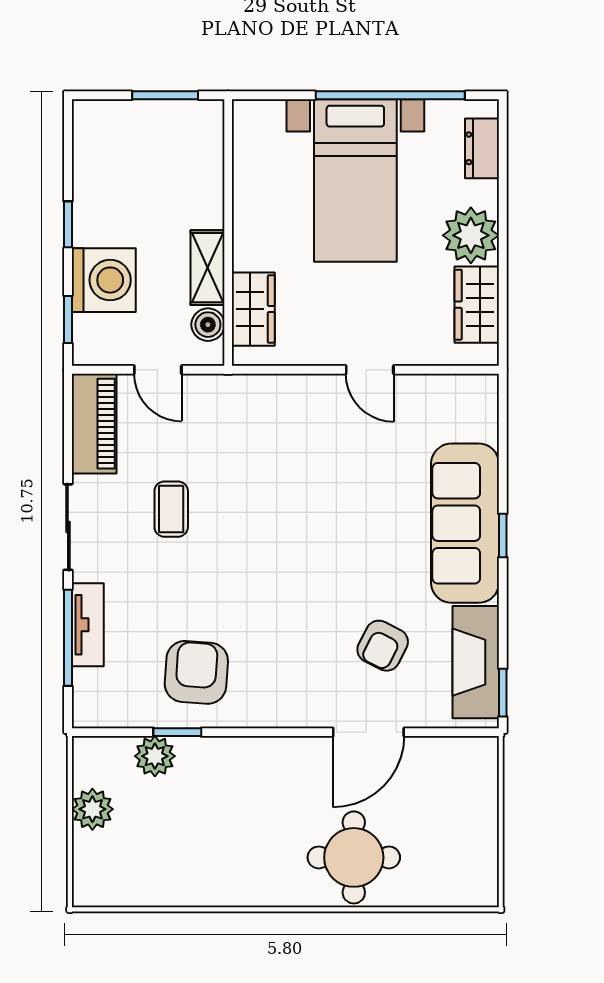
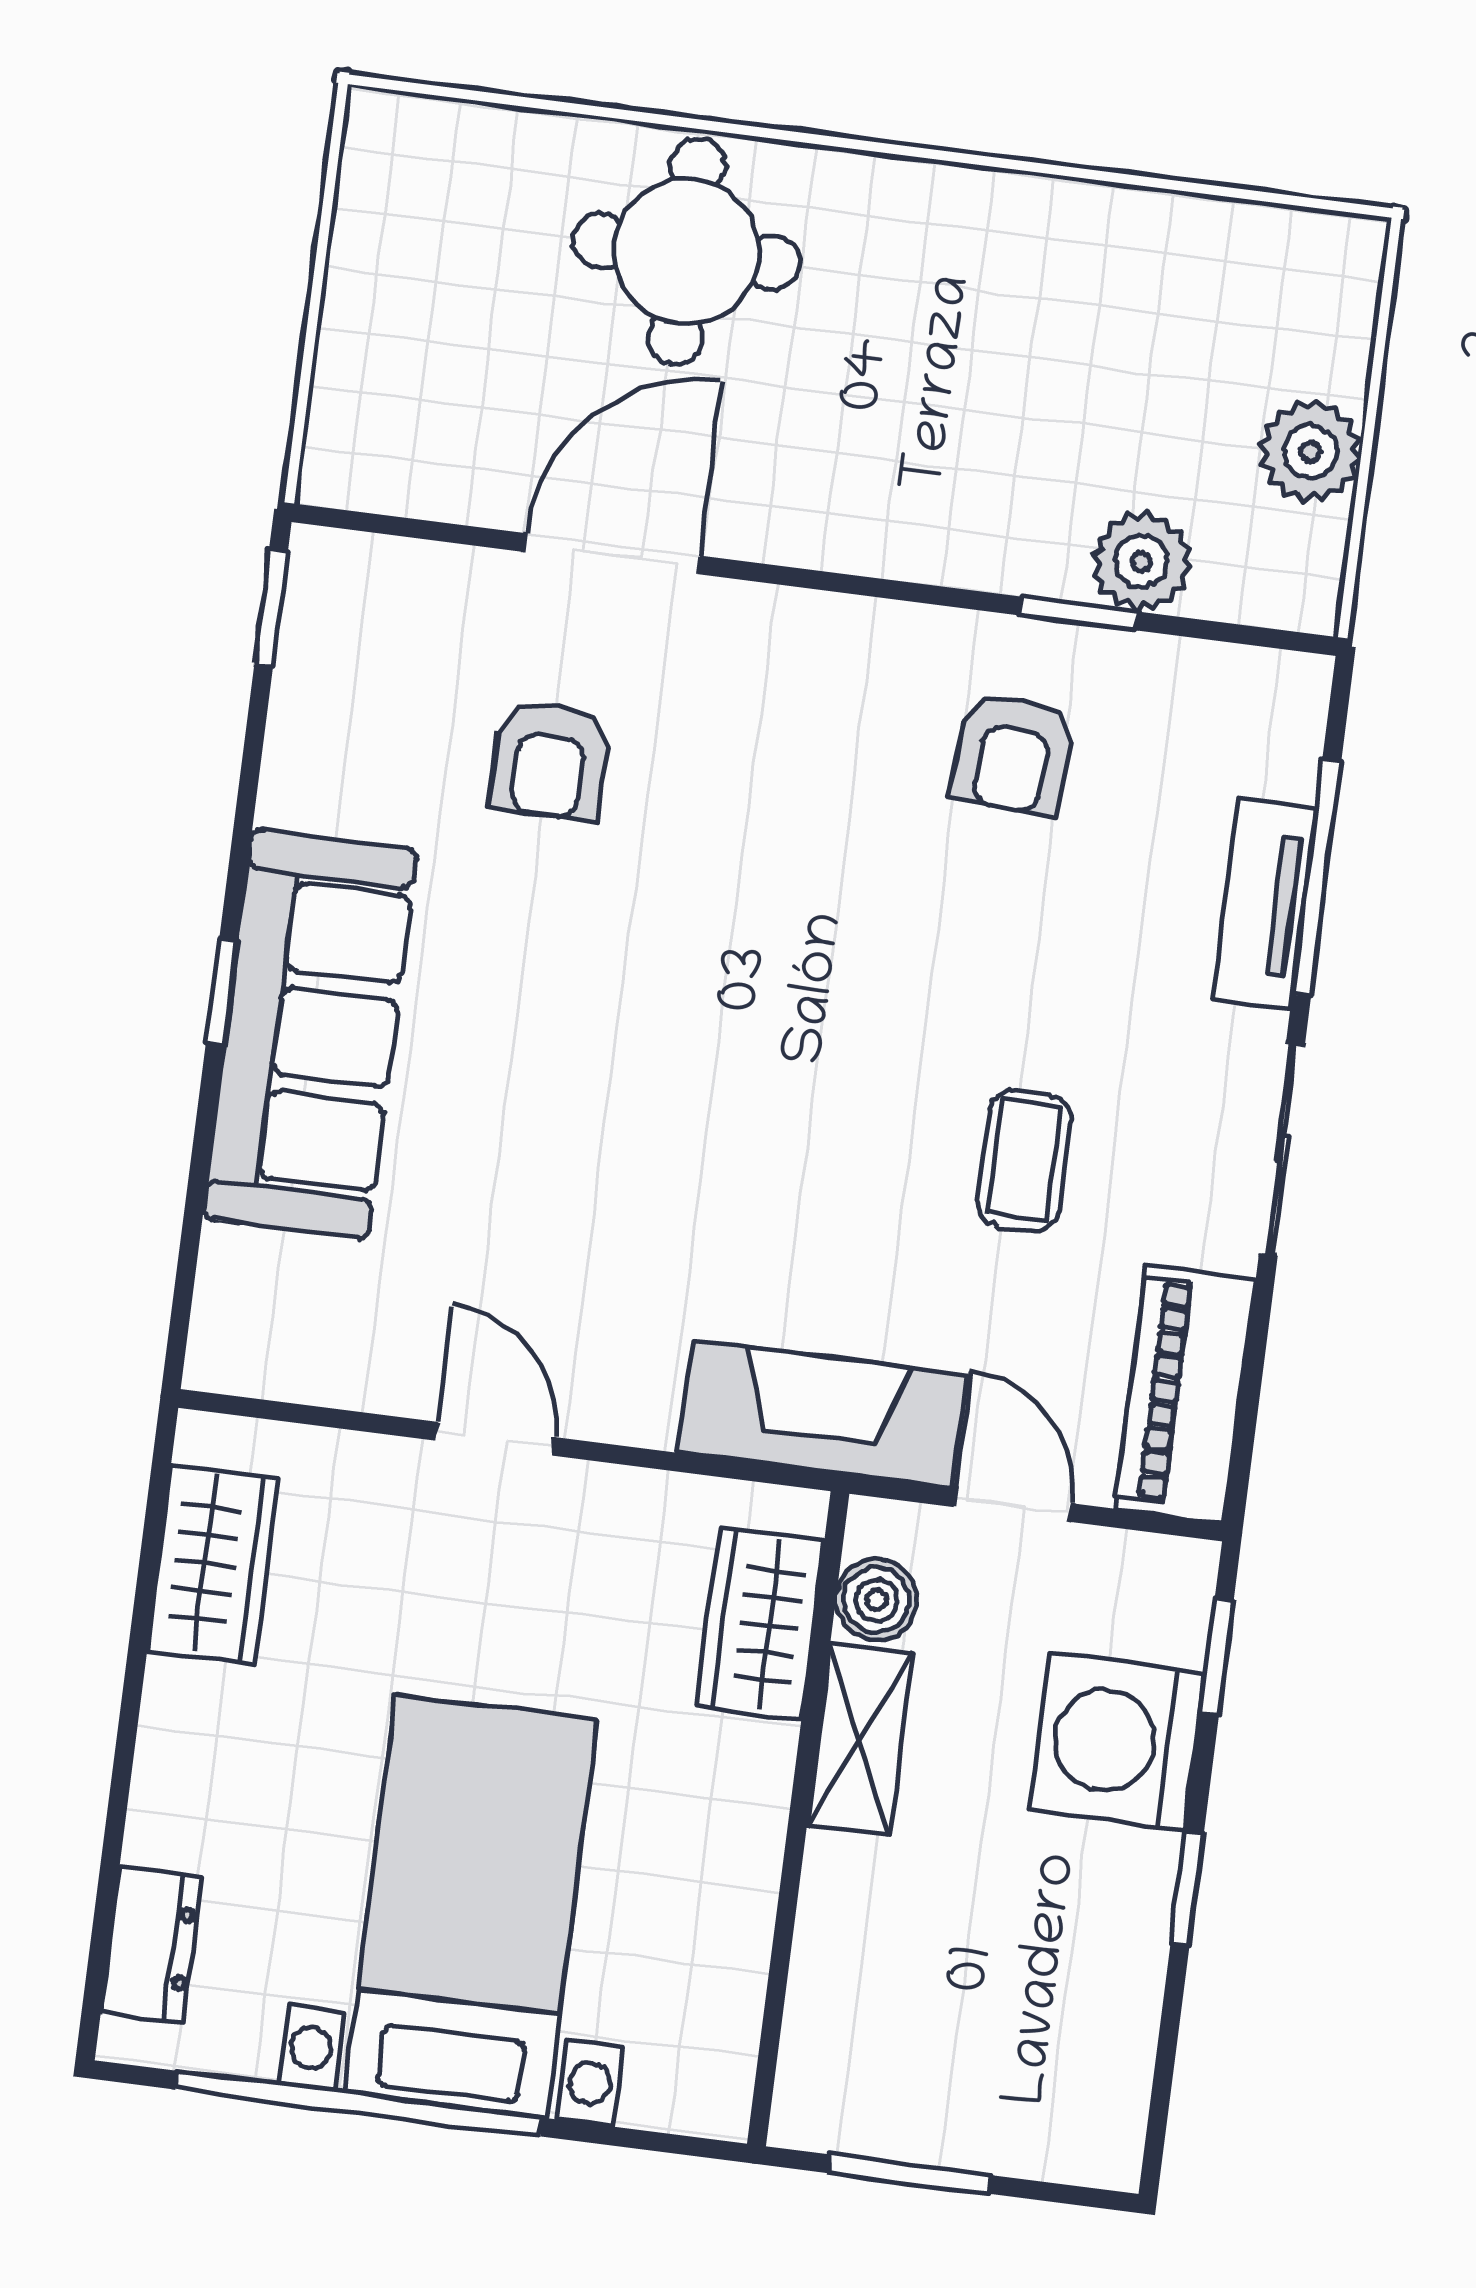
plant: (471, 235) -> (206, 1736), removed
armchair: (383, 646) -> (550, 760), turned 153
fireplace: (476, 662) -> (822, 1414), moved, turned -90
armchair: (196, 672) -> (1014, 754), width x0.72, depth x0.72

